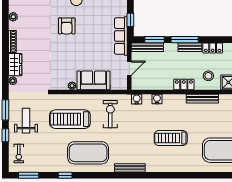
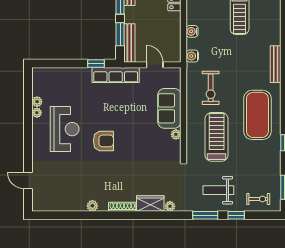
exercise bike: (110, 114) -> (211, 88), turned -90
treadmill: (70, 119) -> (217, 137), turned 180

